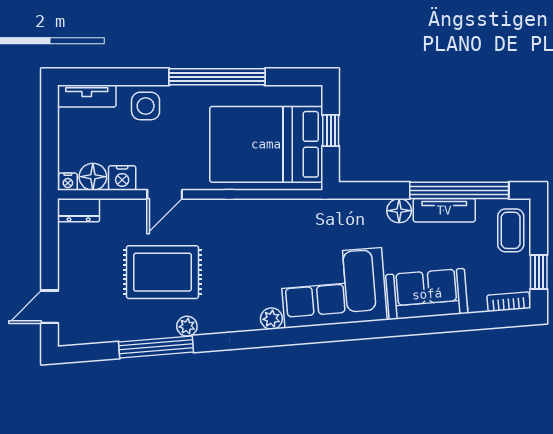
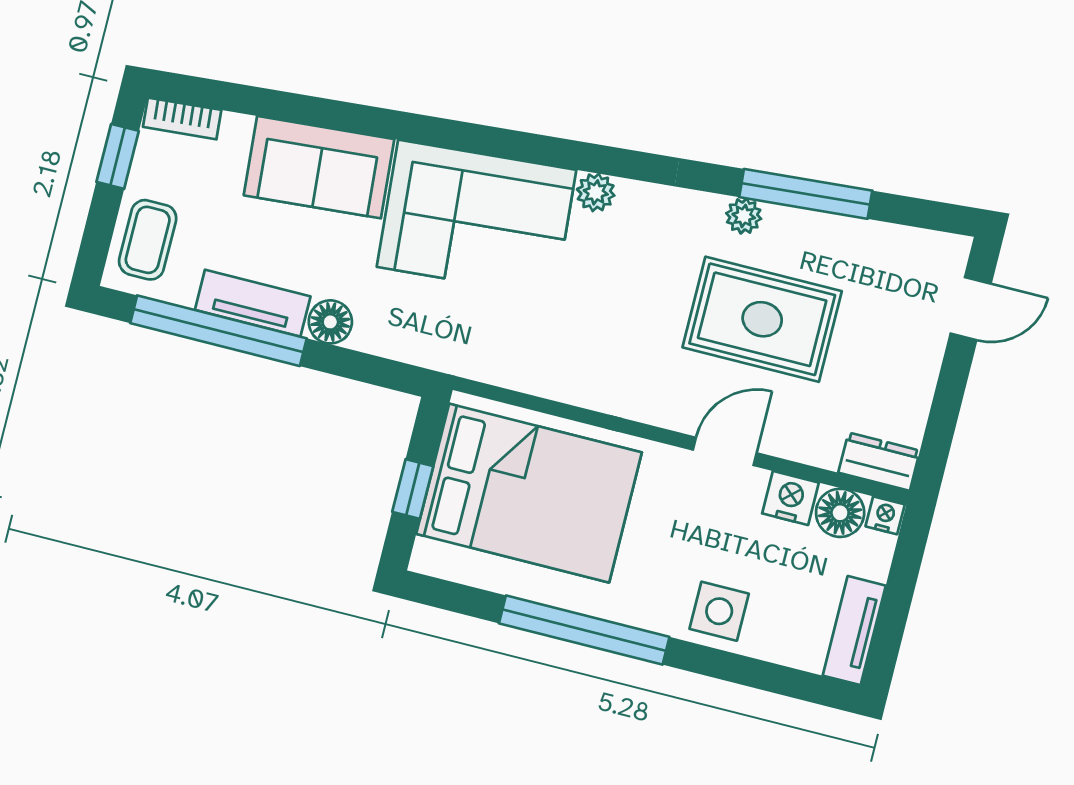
tv unit: (87, 96) -> (854, 631), moved, turned -90

